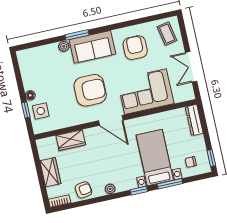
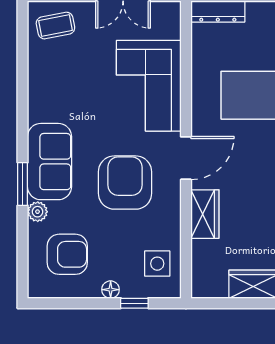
armchair: (135, 48) -> (67, 254), moved, turned 180
side table: (41, 111) -> (157, 264), moved
wardrobe: (71, 140) -> (205, 214), moved

